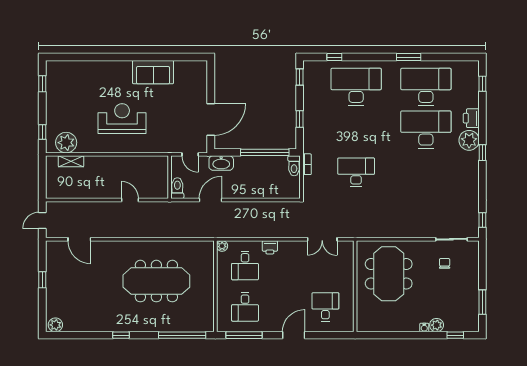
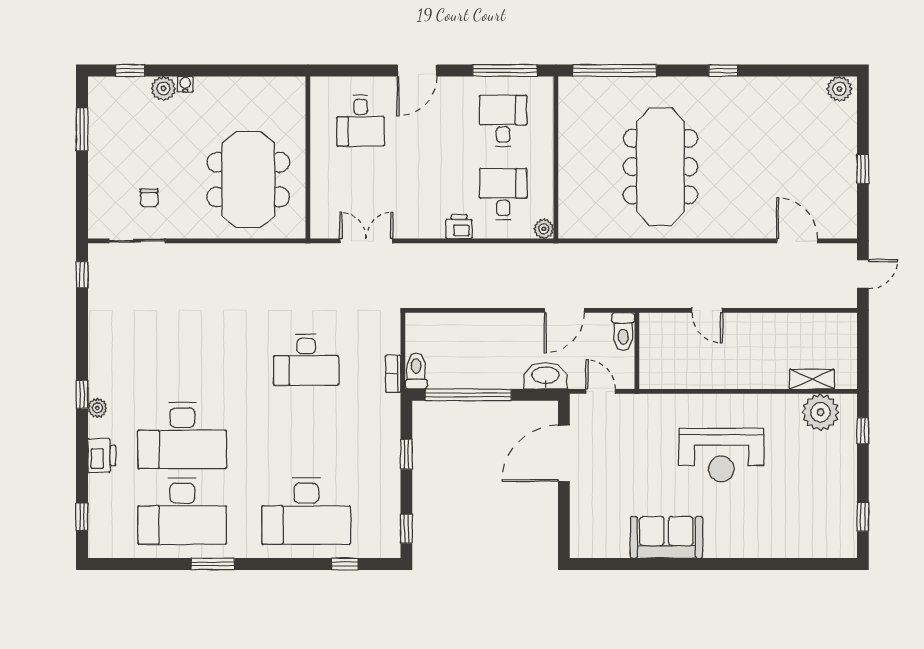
plant: (469, 140) -> (97, 408), width x0.53, depth x0.53
meeting table: (156, 281) -> (660, 167), turned 90

